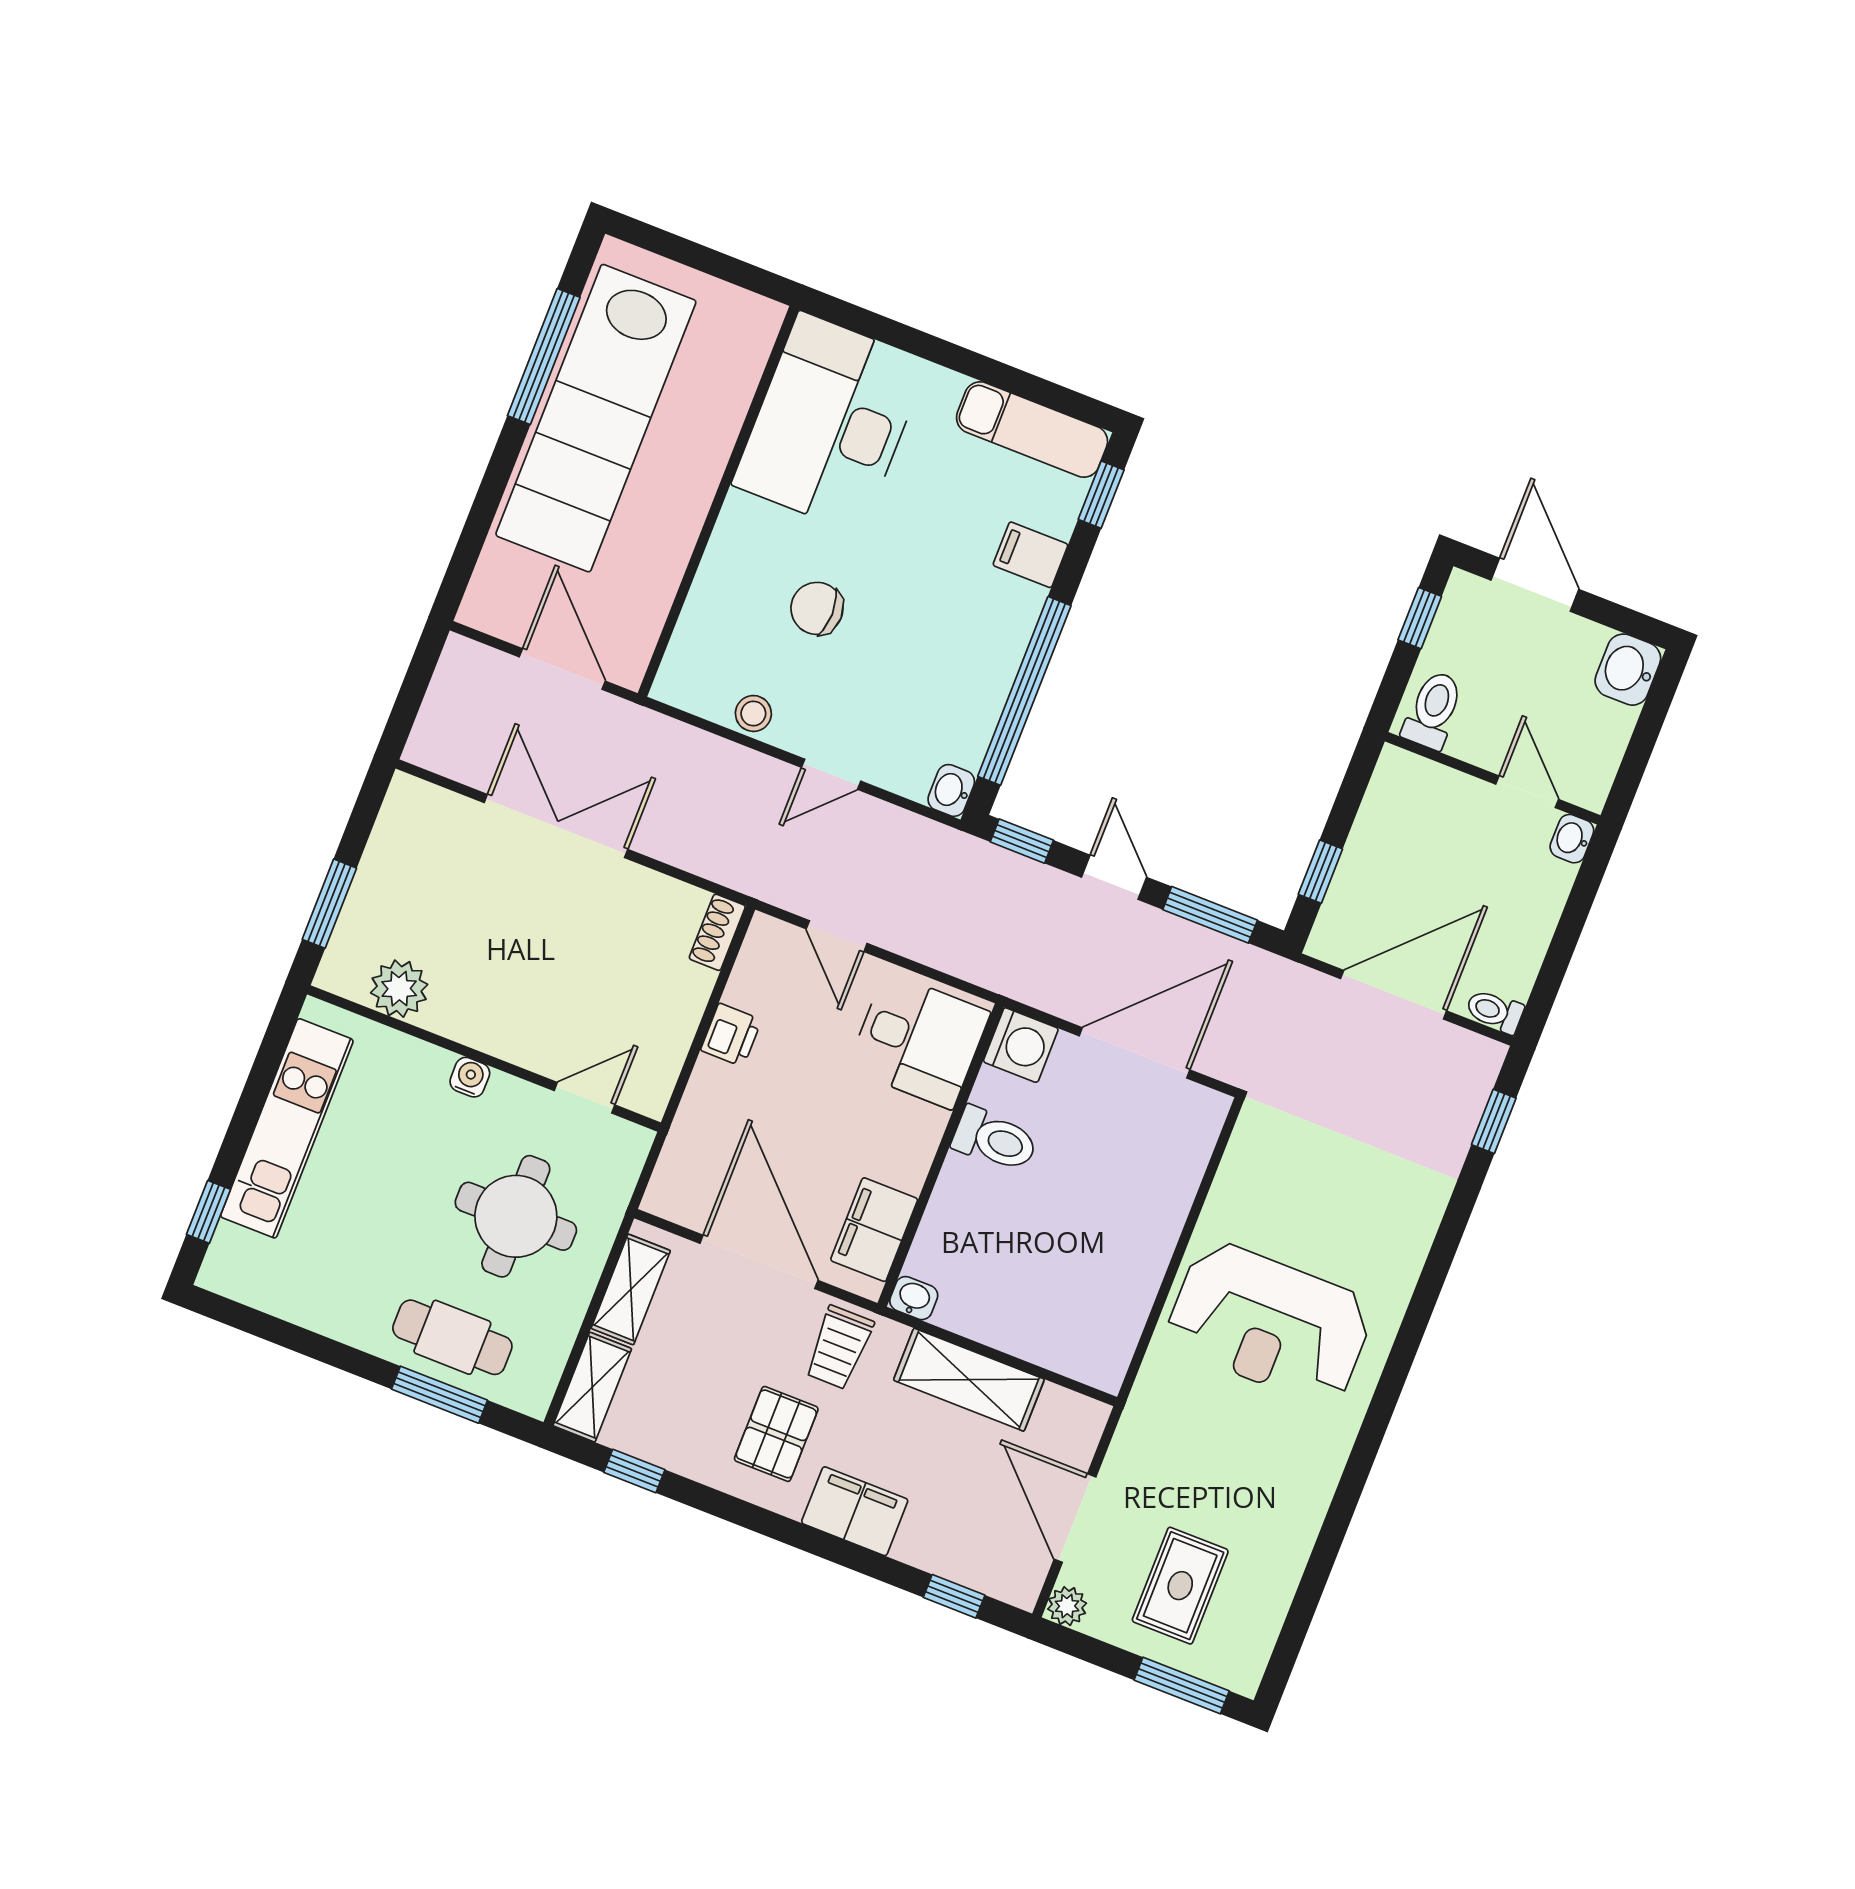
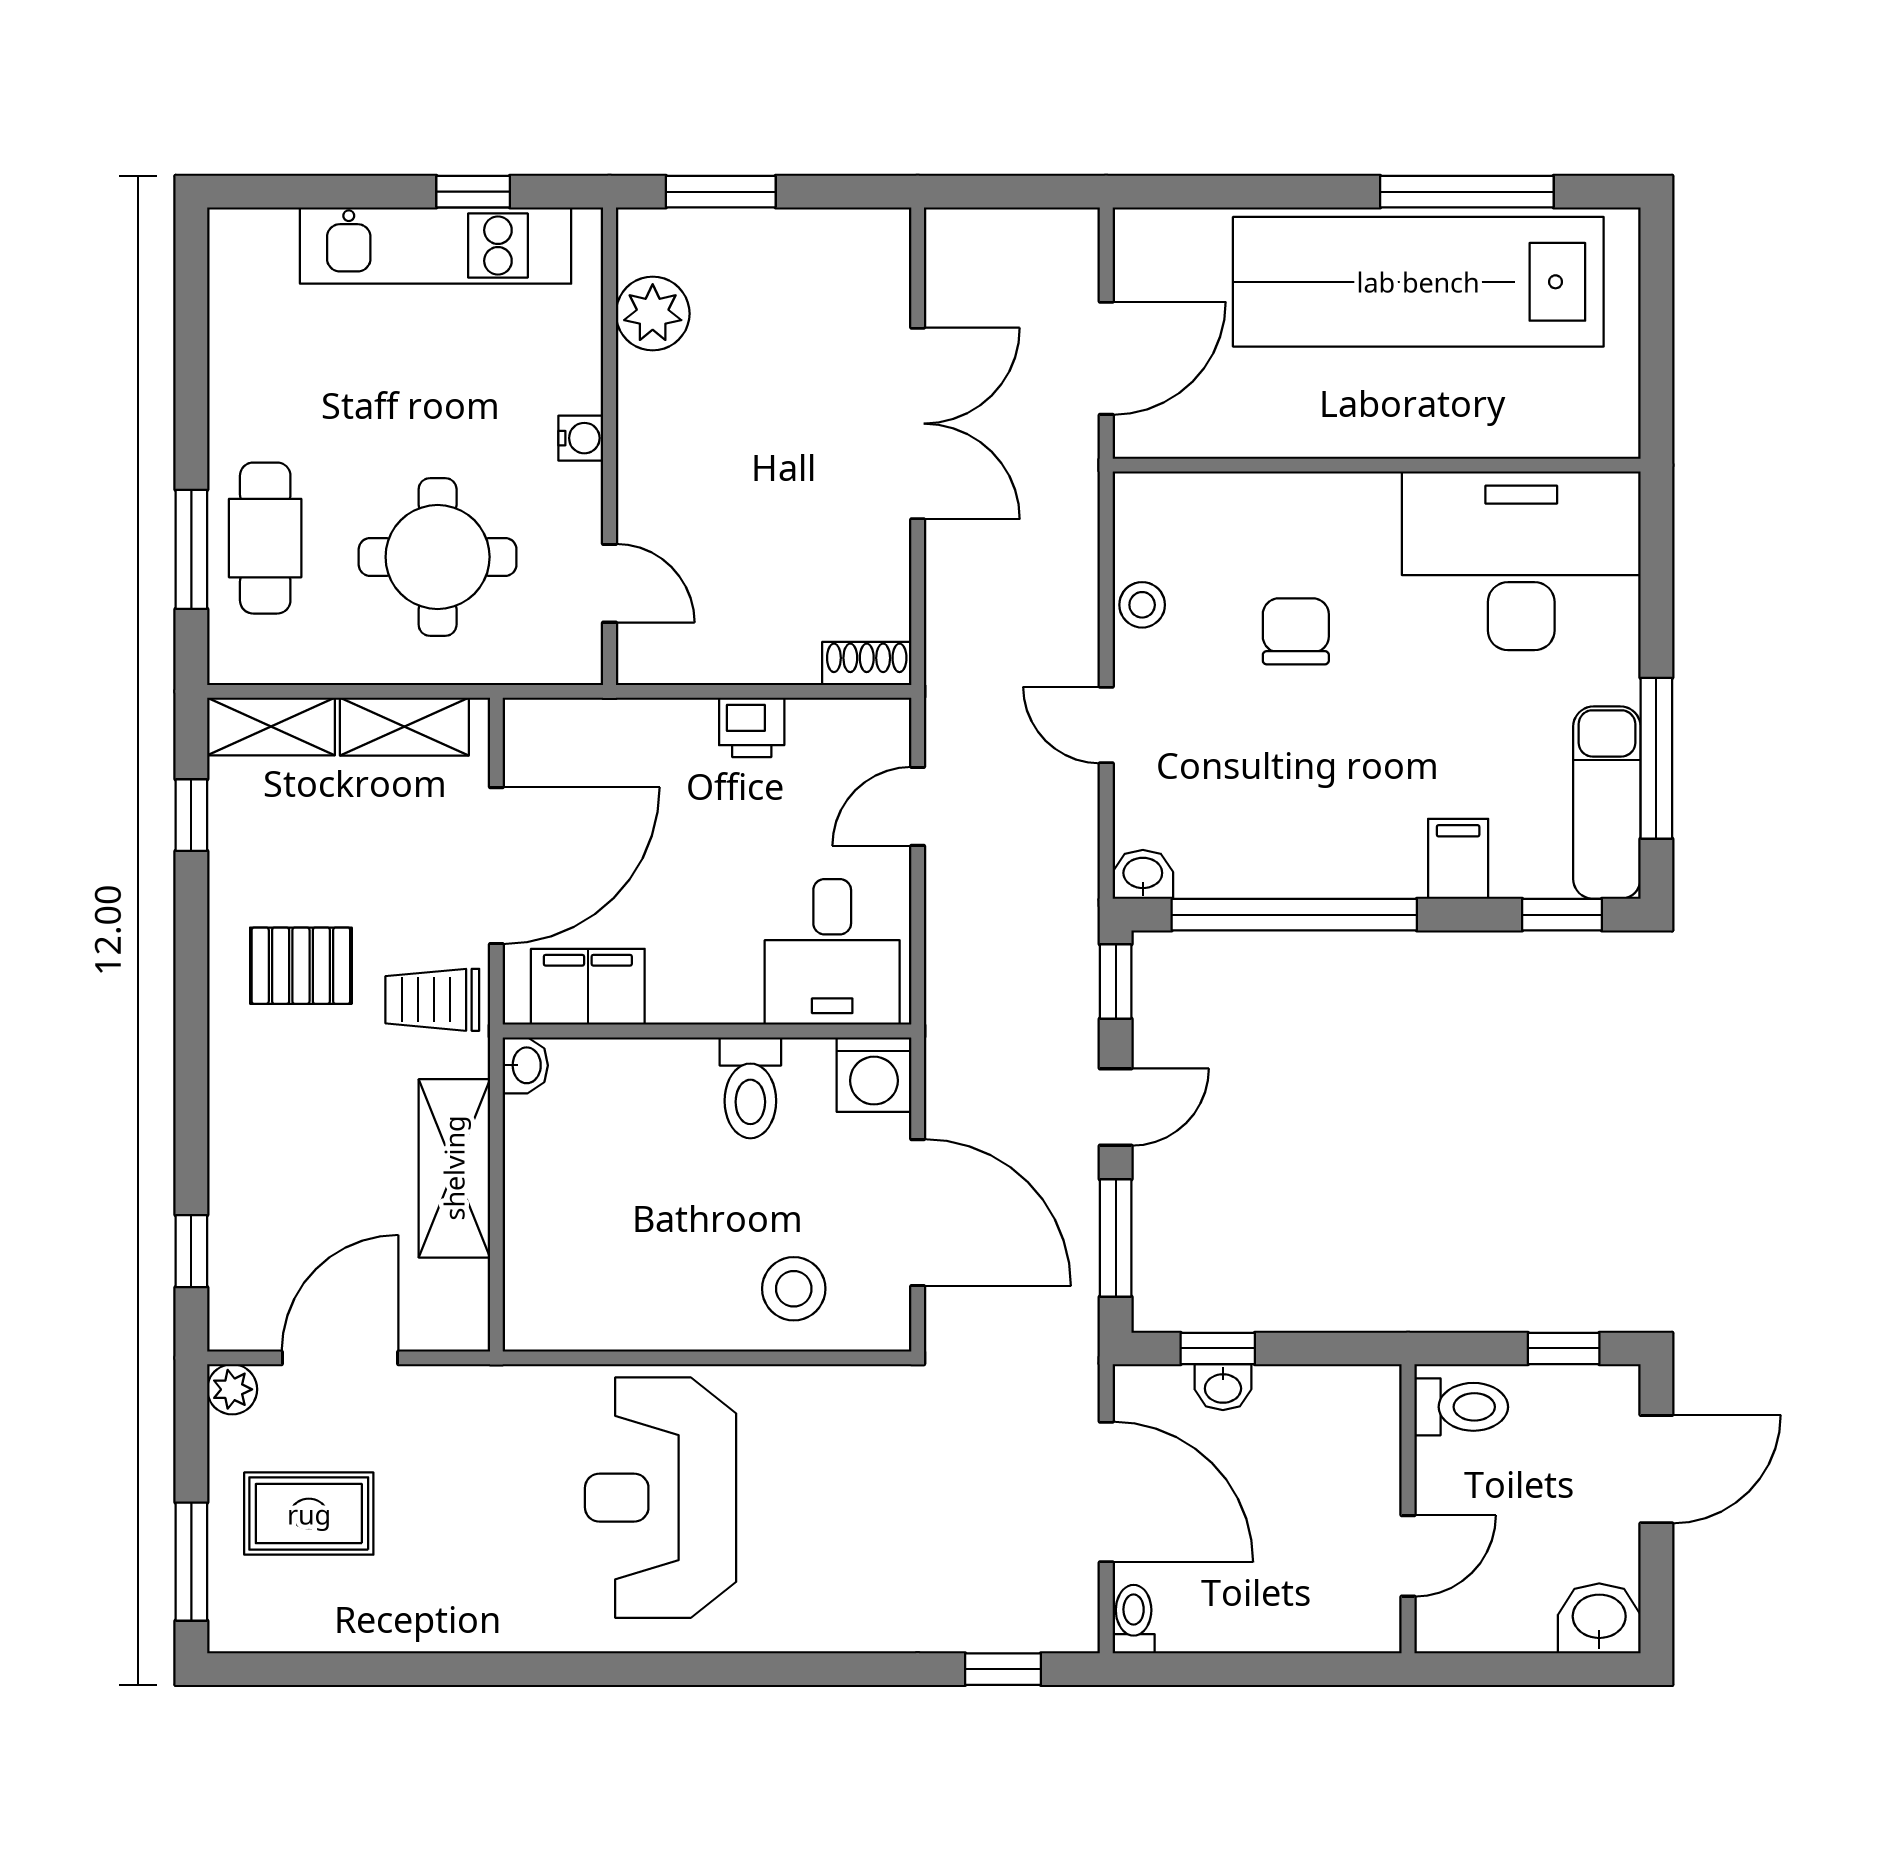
window: (1014, 380) -> (1656, 758), added
washbasin: (1572, 839) -> (1223, 1387), moved, turned 180
stool: (1155, 1165) -> (794, 1289), added
window: (208, 1212) -> (473, 192), moved
filing cabinet: (855, 1511) -> (246, 1094), removed

